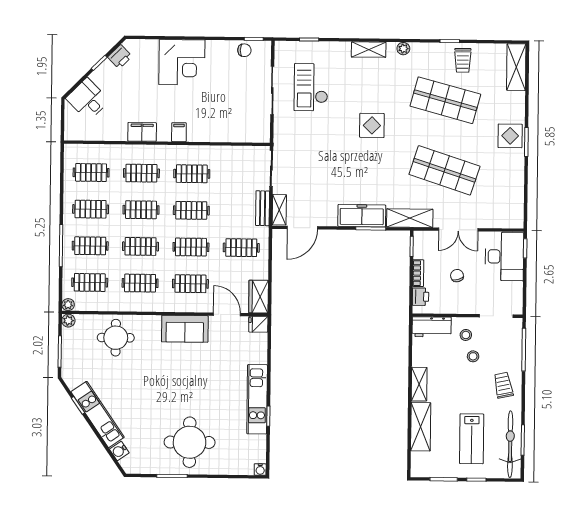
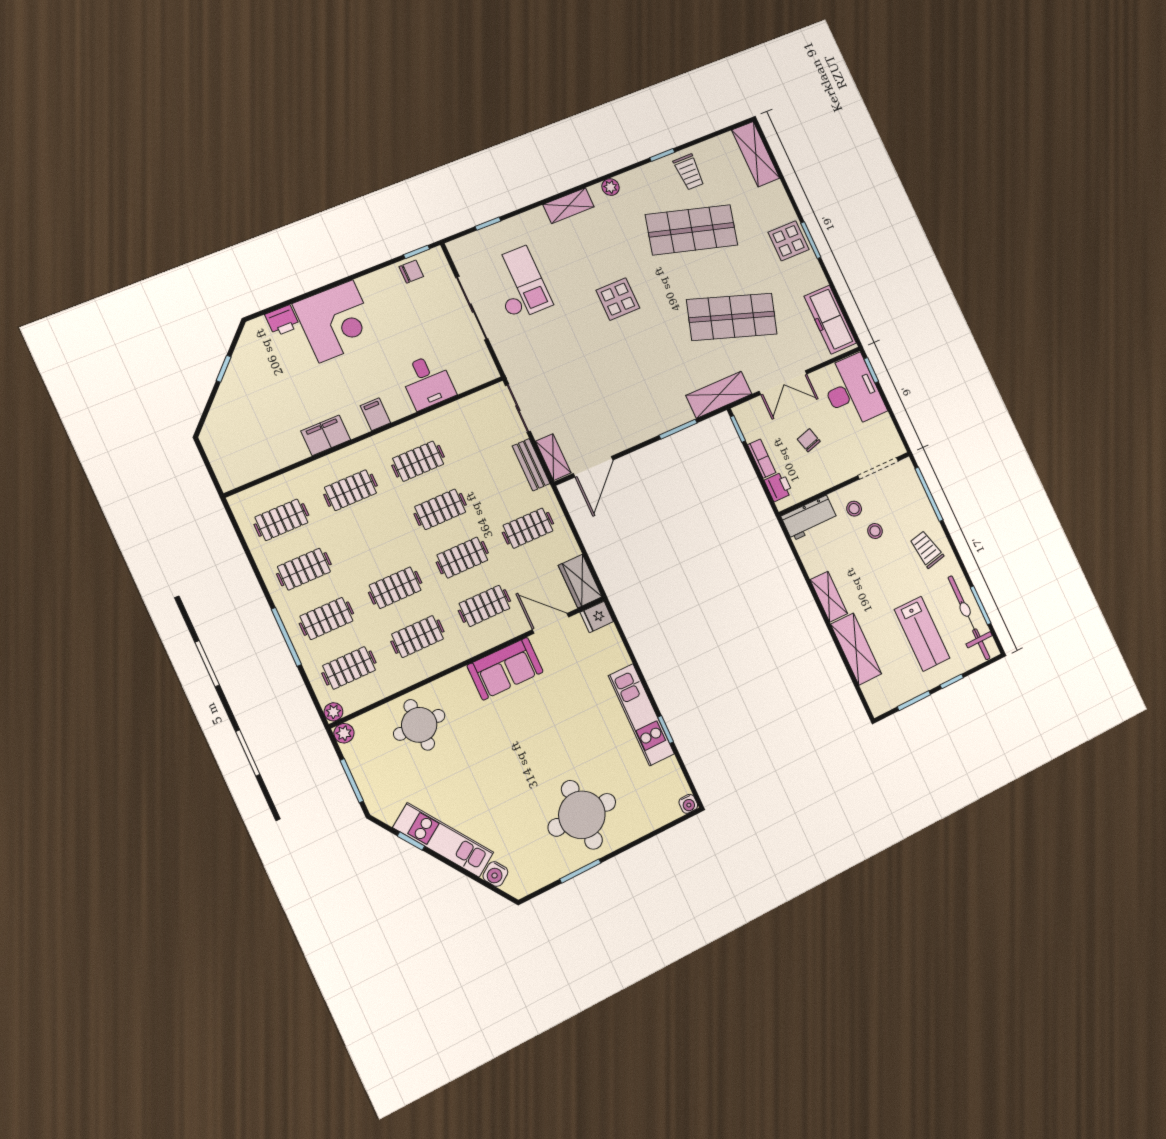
printer: (120, 57) -> (282, 320), moved, turned 45
checkout: (311, 87) -> (519, 283), turned 180
desk: (88, 99) -> (427, 382), moved, turned -135
clothes rail: (141, 210) -> (373, 539), removed
freezer: (362, 216) -> (830, 320), moved, turned -90

